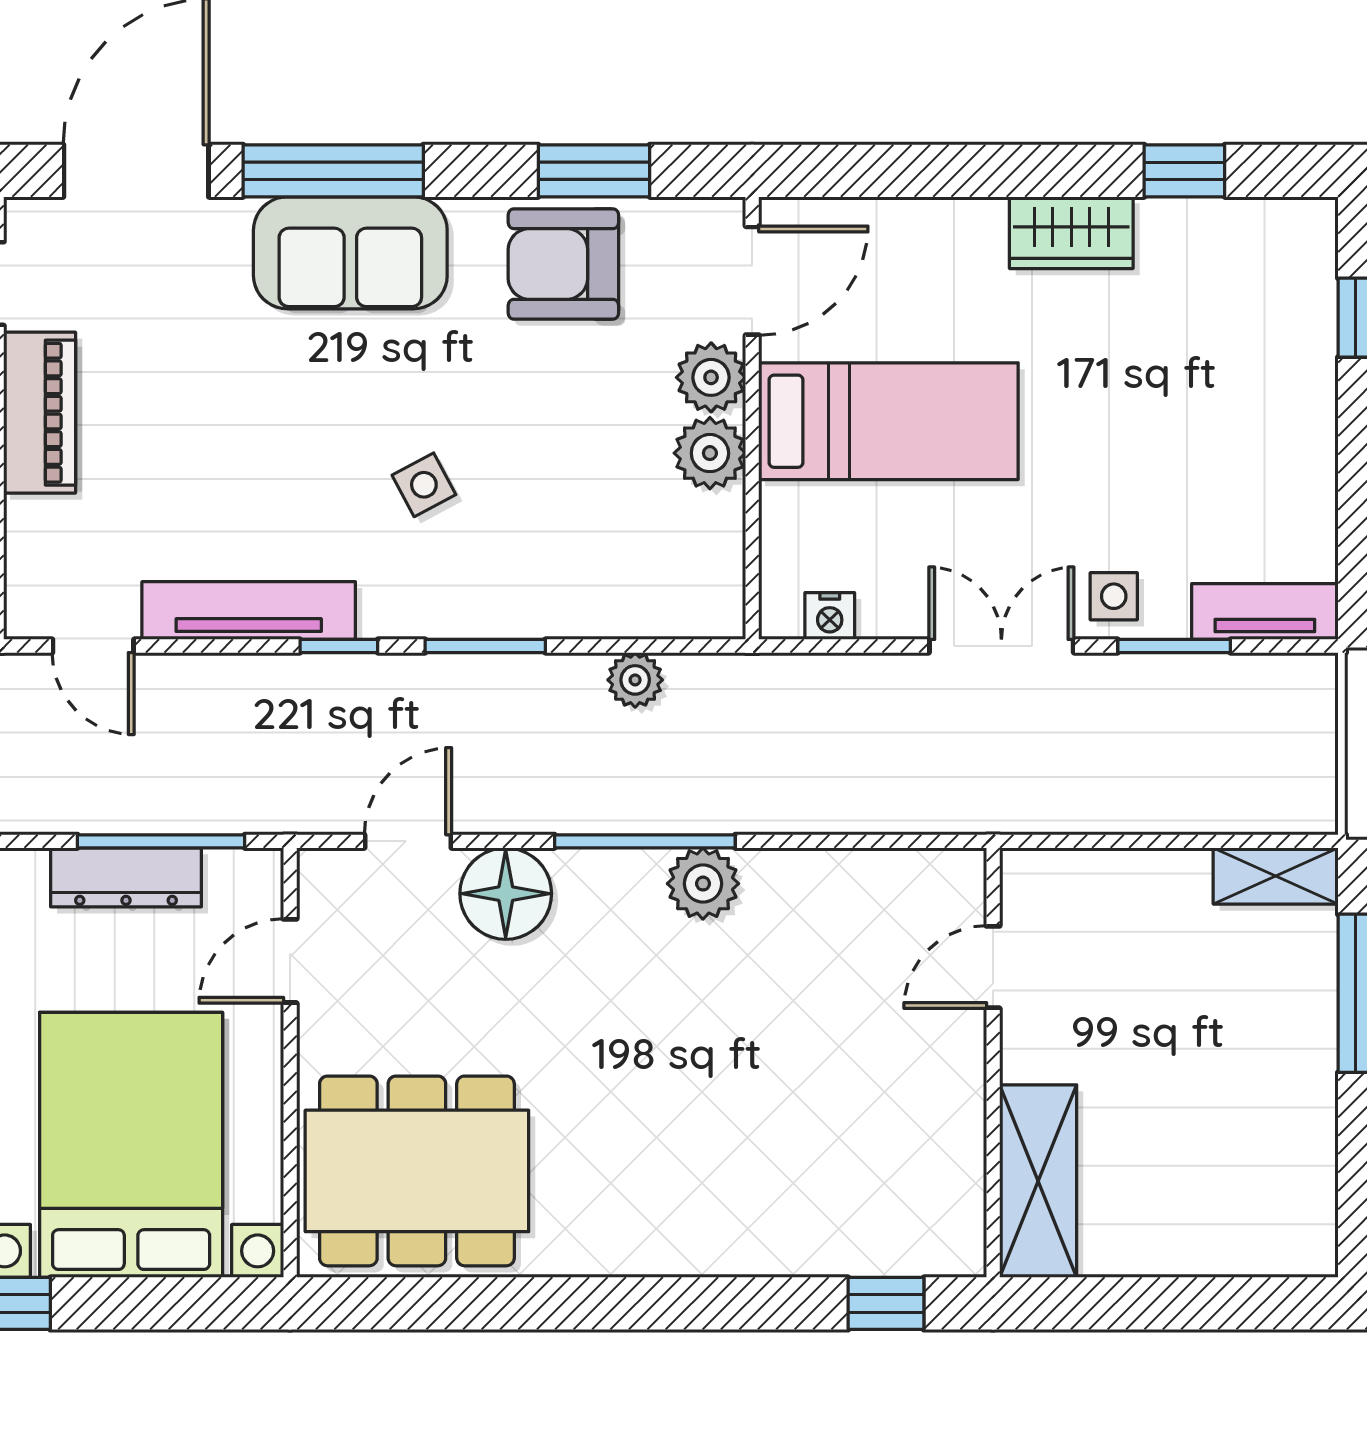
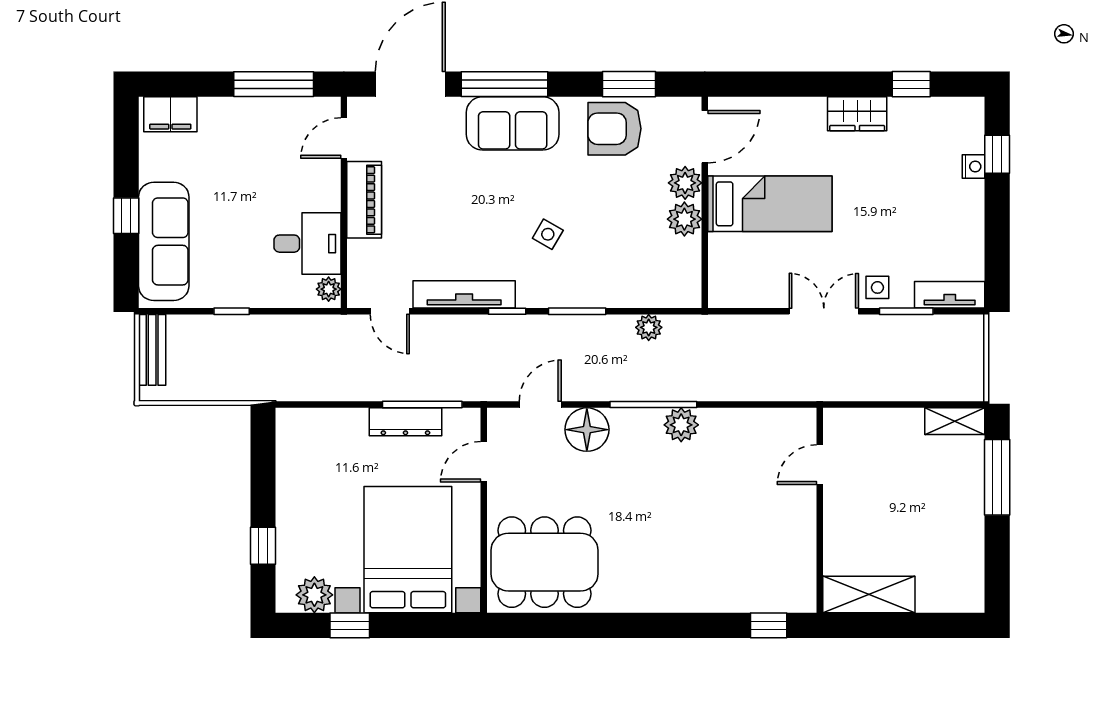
side table: (424, 485) -> (548, 234), turned -32
nightstand: (830, 616) -> (973, 166), moved, turned -90
shelving: (1038, 1181) -> (869, 595), moved, turned 90

